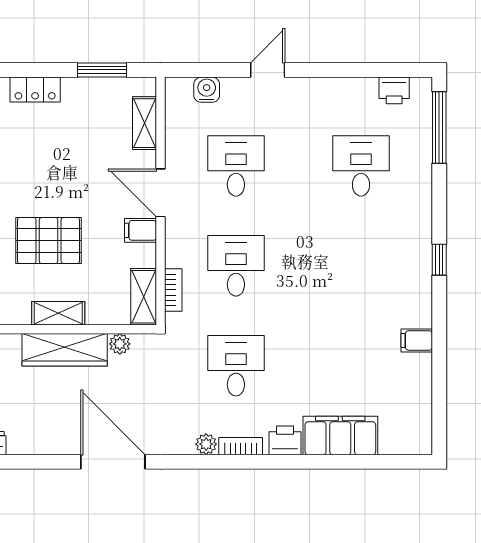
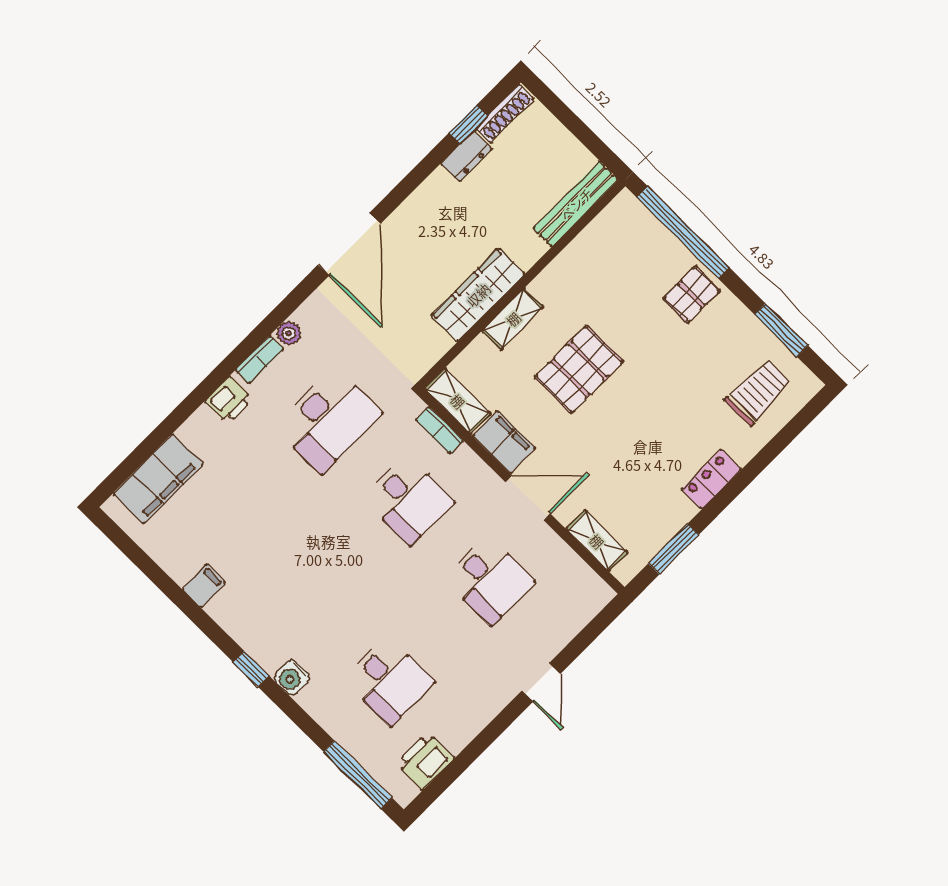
water cooler: (207, 90) -> (292, 678), moved, turned 90
printer: (394, 90) -> (425, 761), width x1.36, depth x1.24
filing cabinet: (141, 230) -> (504, 442), width x2.00
plant: (120, 344) -> (439, 344), removed
desk: (236, 366) -> (328, 420), width x1.37
filing cabinet: (340, 436) -> (158, 479), moved
door: (113, 462) -> (349, 244), hinge flipped

